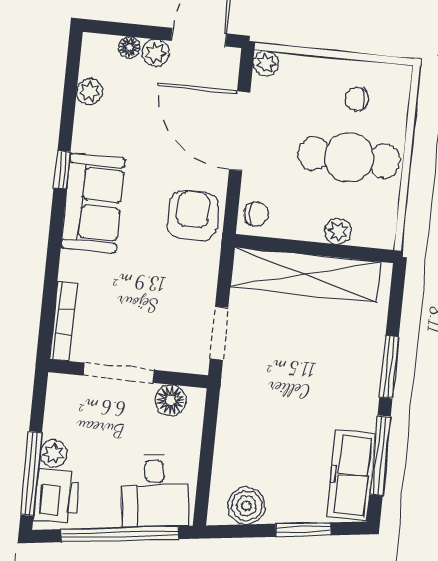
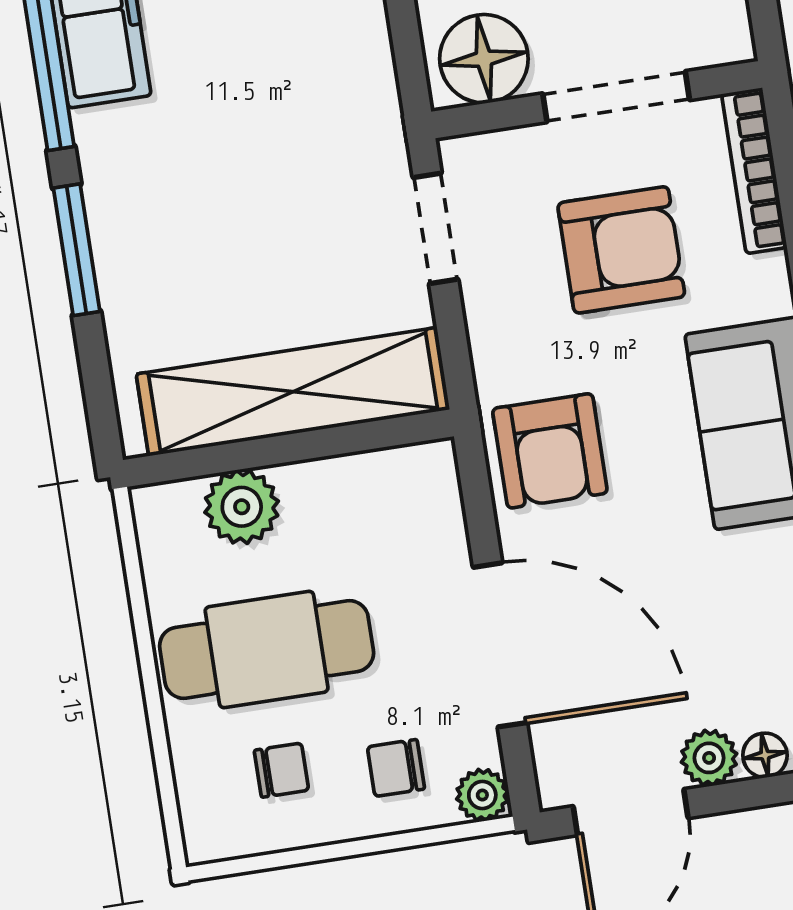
chair: (256, 214) -> (396, 768), moved
plant: (338, 231) -> (242, 507), width x1.38, depth x1.38
armchair: (135, 301) -> (621, 250), added
floor lamp: (171, 400) -> (484, 59), width x1.38, depth x1.38

